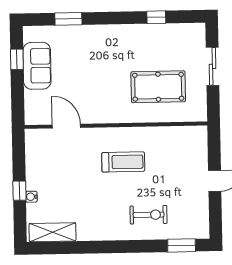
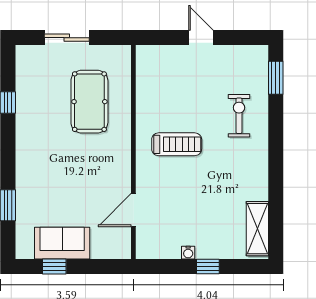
treadmill: (123, 162) -> (177, 144), turned 90
water cooler: (31, 197) -> (188, 253), moved

